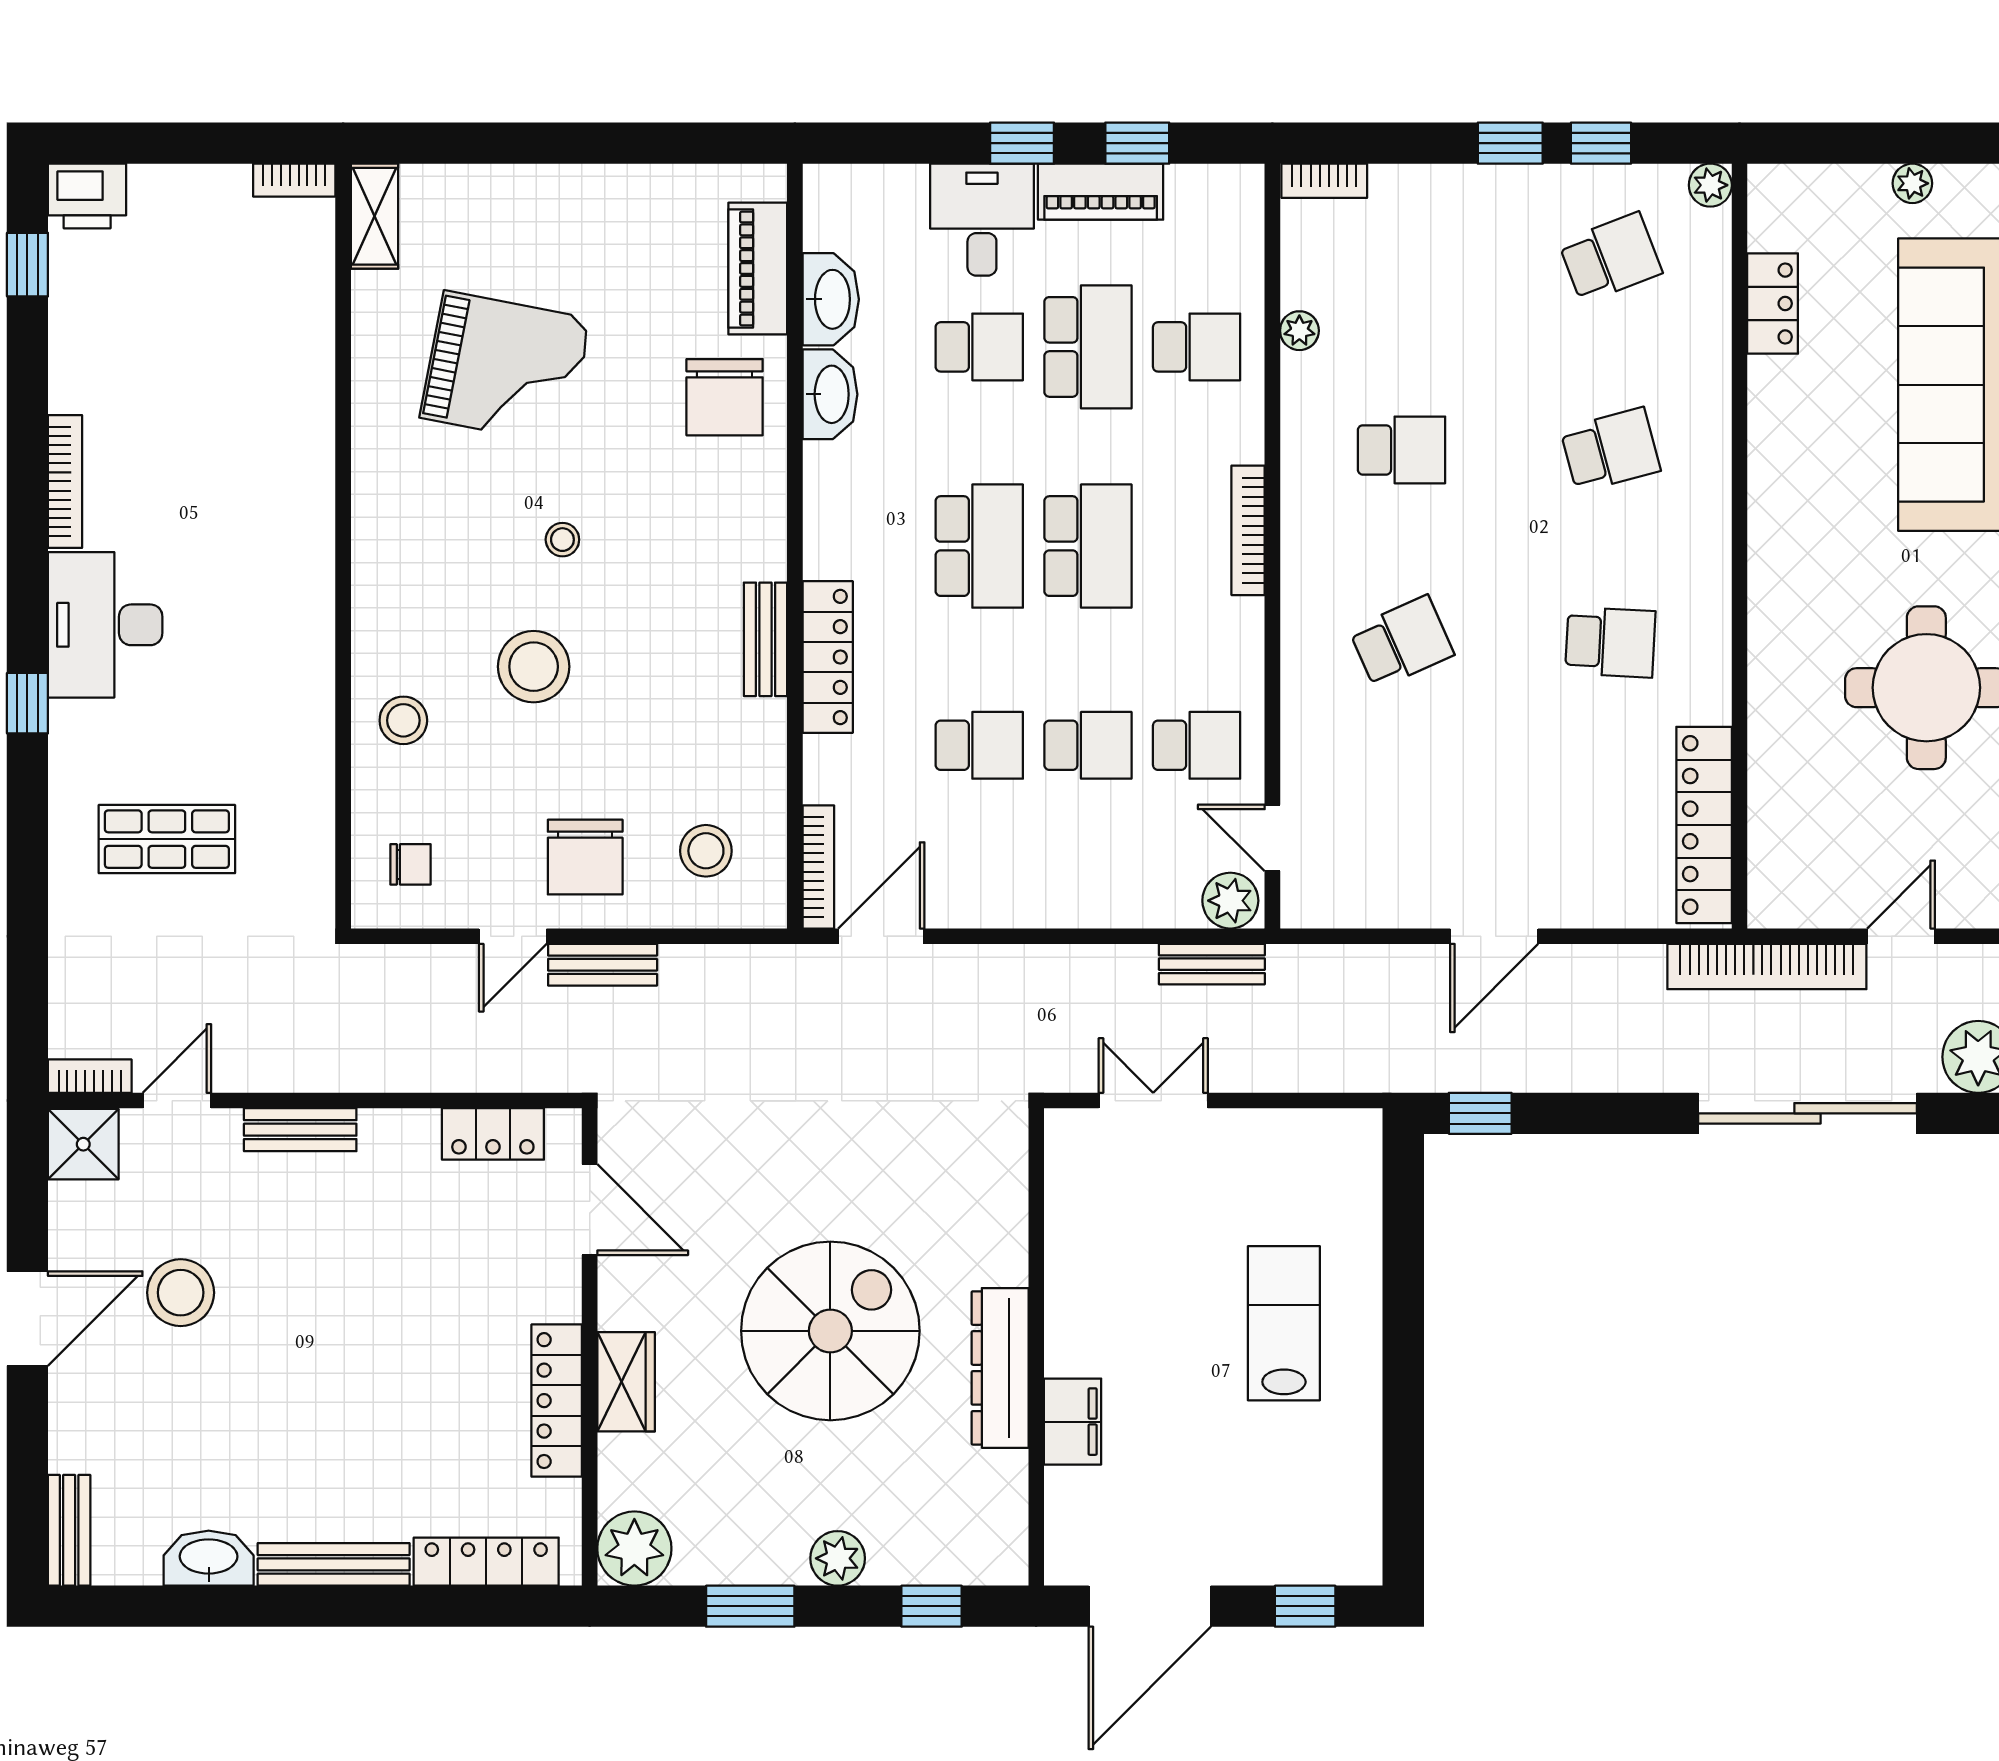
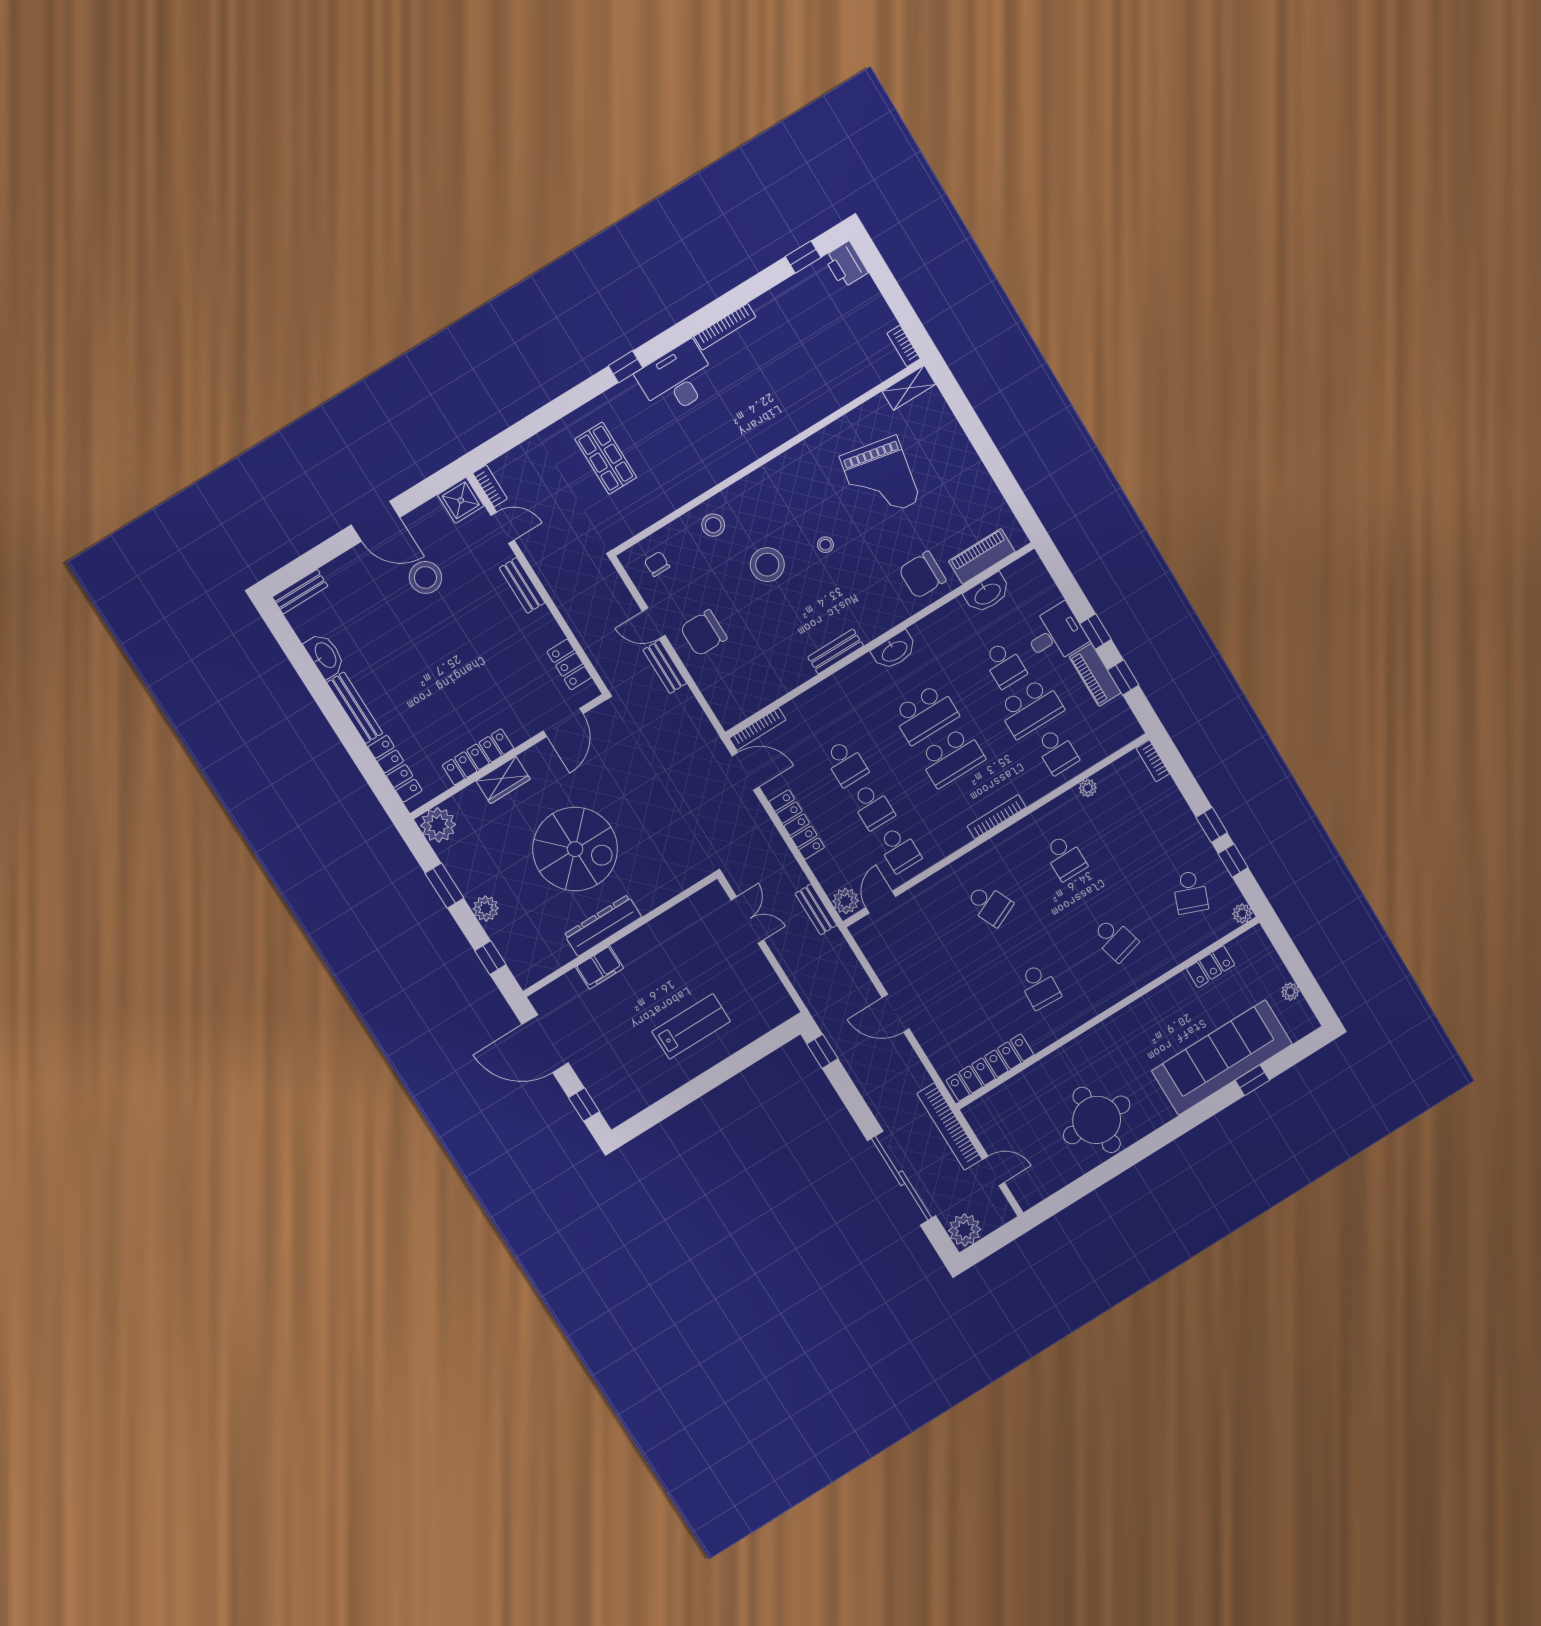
school desk: (1610, 258) -> (1190, 892), turned 42
washbasin: (830, 394) -> (894, 651), moved
locker: (828, 657) -> (797, 825), moved, turned -90
stool: (706, 851) -> (736, 680), removed
chair: (411, 864) -> (657, 564), turned 180

